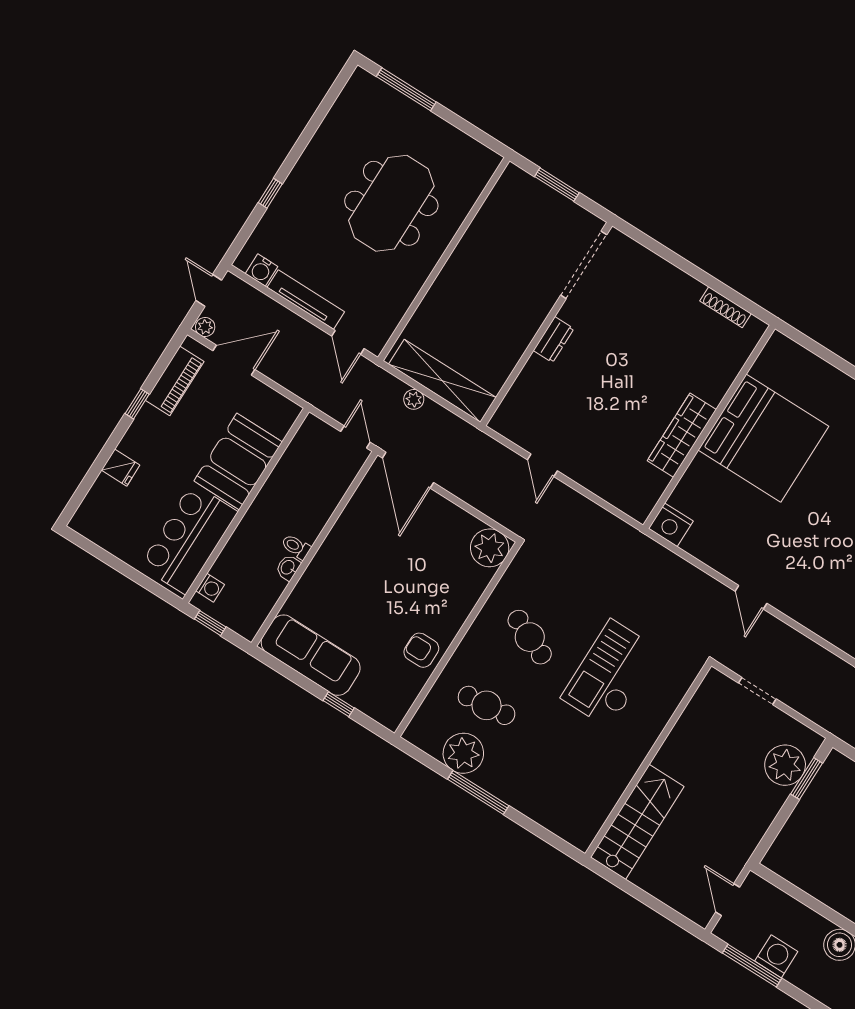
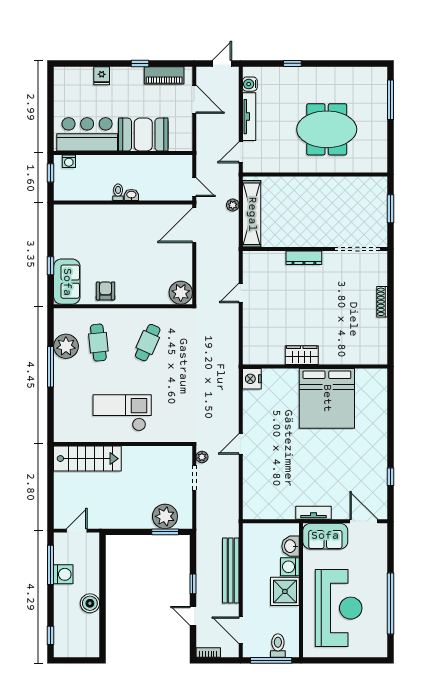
shoe rack: (726, 307) -> (382, 302), moved
plant: (205, 327) -> (202, 457), moved
dresser: (554, 340) -> (304, 258), width x1.44
wardrobe: (682, 435) -> (302, 355), width x0.67
door: (355, 437) -> (194, 187), hinge flipped
washbasin: (288, 568) -> (131, 195), moved
sofa: (311, 655) -> (67, 282), moved, width x0.73
checkout: (610, 674) -> (122, 413), moved

